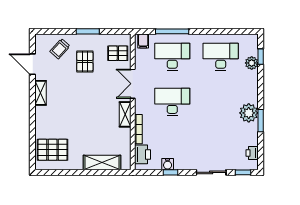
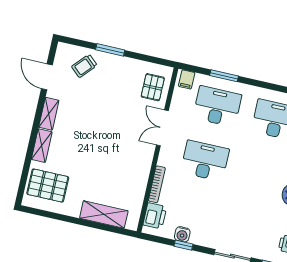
window: (88, 31) -> (110, 50), moved
window: (172, 31) -> (224, 76), width x0.69
pallet: (118, 53) -> (153, 87), turned 90
pallet: (85, 62) -> (111, 88), removed
shelving: (125, 114) -> (42, 146), moved

